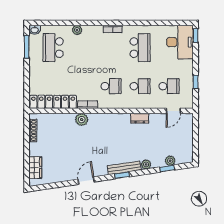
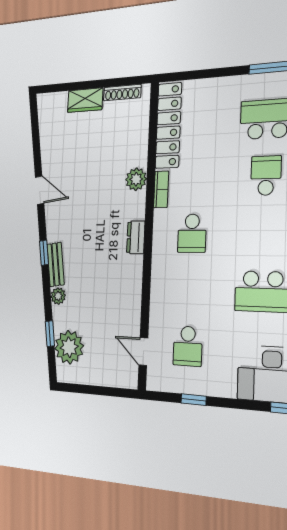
school desk: (140, 86) -> (266, 176), moved, turned 180
dresser: (140, 118) -> (136, 237), moved
plant: (170, 161) -> (69, 347), width x1.88, depth x1.88
wardrobe: (35, 168) -> (85, 100), moved
bench: (124, 168) -> (56, 264), width x0.73

